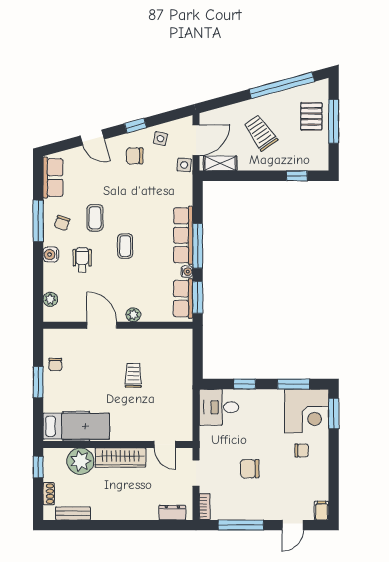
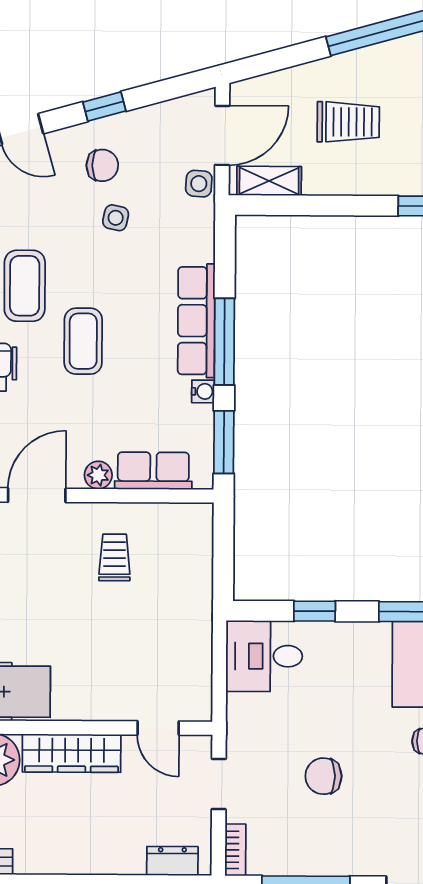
trolley: (261, 133) -> (348, 122), turned 125
side table: (160, 139) -> (116, 218), moved
chair: (135, 156) -> (102, 165), turned 180
coffee table: (95, 218) -> (25, 286), width x1.36, depth x1.30
coffee table: (125, 246) -> (83, 341), width x1.36, depth x1.30
row of seats: (183, 299) -> (153, 471), moved, turned 90
door: (102, 325) -> (37, 495), hinge flipped
trolley: (133, 375) -> (115, 557), moved

